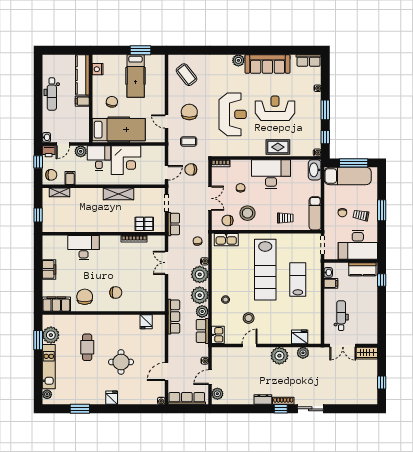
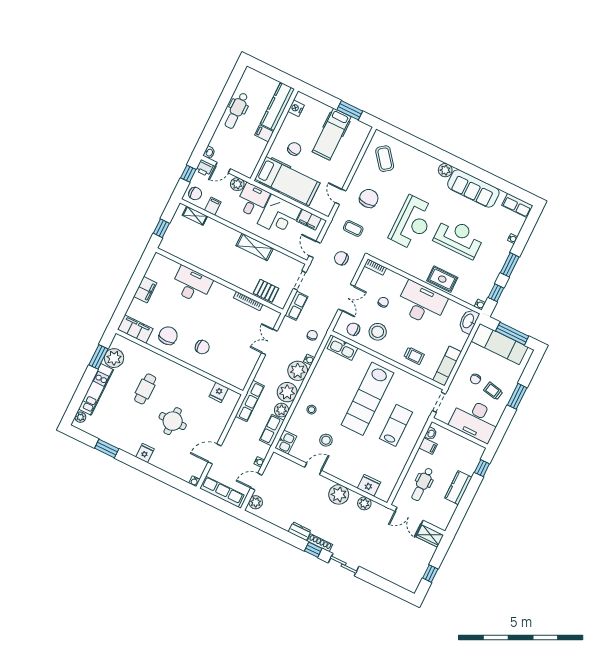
filing cabinet: (151, 152) -> (309, 220), added
door: (167, 173) -> (315, 249), swing flipped
kitchen counter: (362, 269) -> (458, 488), moved, turned 90
dental chair: (341, 316) -> (422, 484), turned 180

